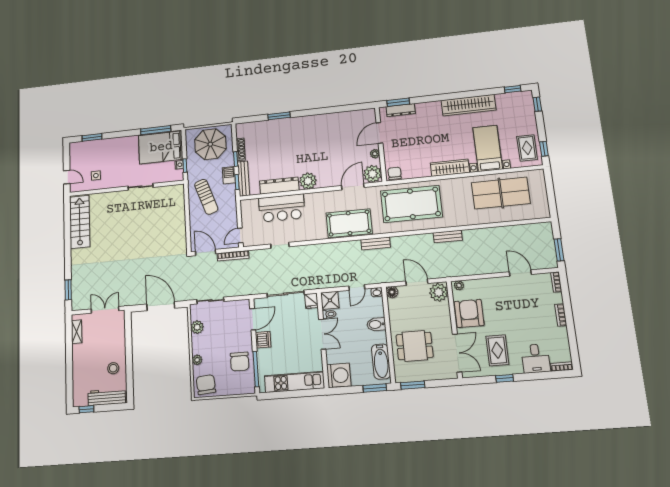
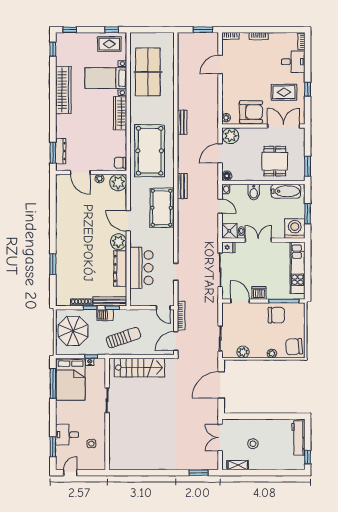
desk: (104, 150) -> (67, 435), added
door: (67, 177) -> (70, 473), moved
door: (353, 187) -> (128, 221), moved
stairs: (80, 222) -> (139, 368), moved, turned 180
armchair: (469, 313) -> (251, 112), turned 180
stool: (113, 368) -> (253, 444), moved
window: (375, 388) -> (308, 214), moved

